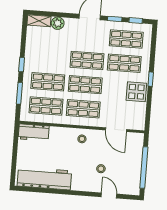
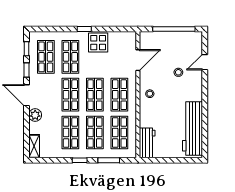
plant: (58, 23) -> (35, 115), moved
shop shelf: (50, 58) -> (70, 133), added

